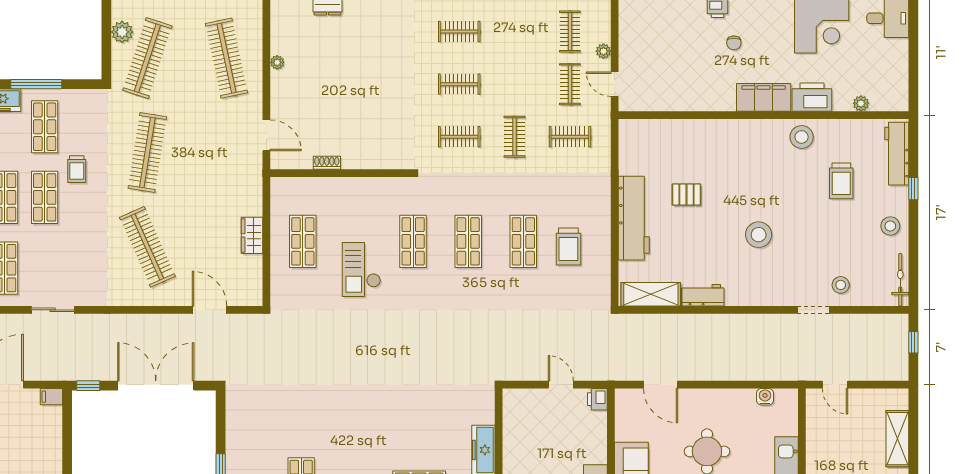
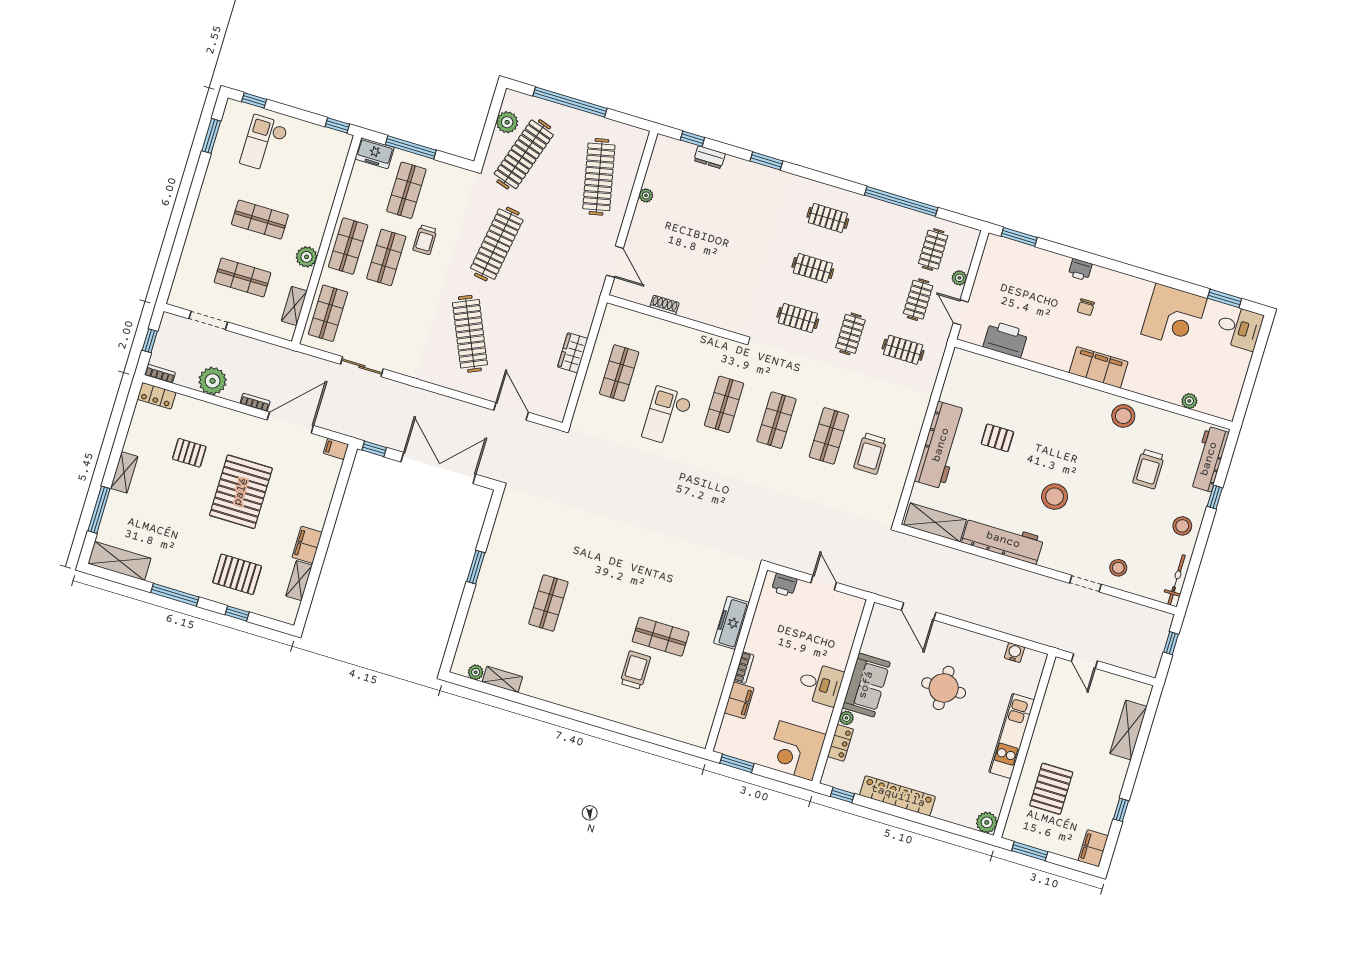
printer: (812, 97) -> (1006, 339), moved
workbench: (703, 295) -> (1003, 540), width x1.87, depth x1.32
printer: (597, 399) -> (784, 585), moved, turned -90

